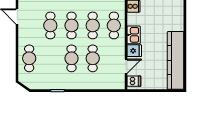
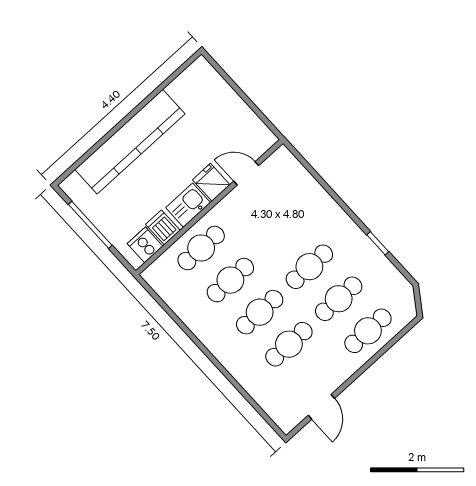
cafe table: (93, 58) -> (339, 299), moved
kitchen counter: (176, 60) -> (130, 142), moved
dishwasher: (134, 81) -> (163, 227), moved

